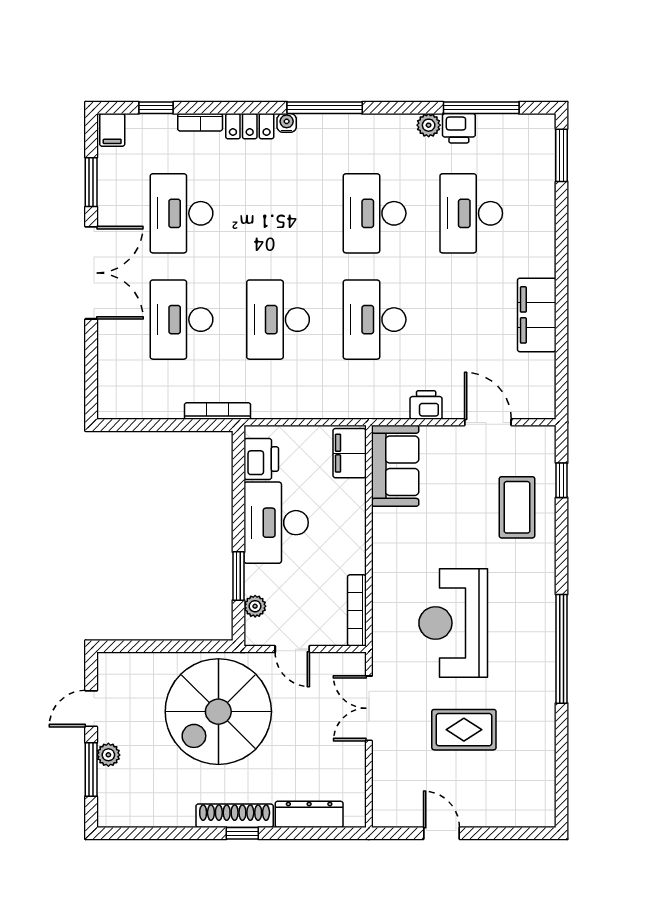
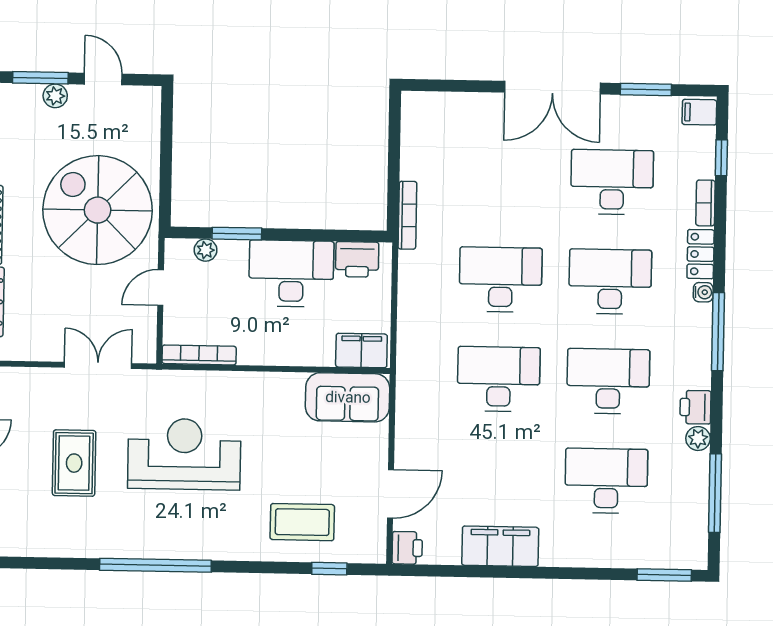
printer: (459, 128) -> (695, 407), moved
desk: (181, 320) -> (610, 282), moved
printer: (426, 405) -> (407, 548), moved

